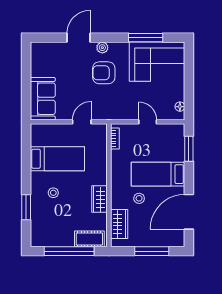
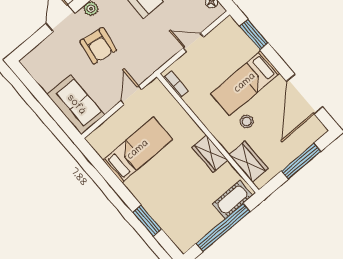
armchair: (104, 73) -> (98, 46), moved, turned -81
stool: (53, 193) -> (161, 185), removed

